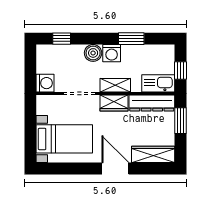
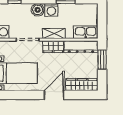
window: (180, 71) -> (102, 23), removed
door: (115, 168) -> (54, 95), hinge flipped

